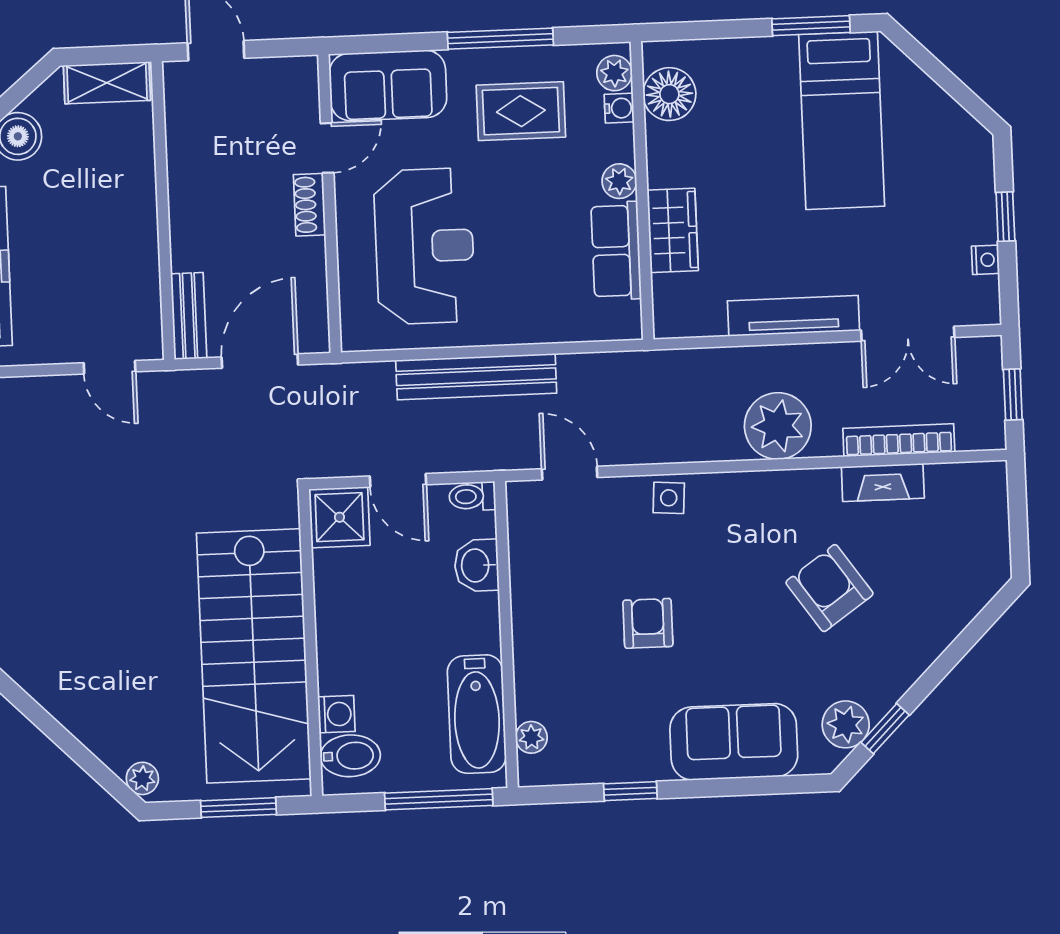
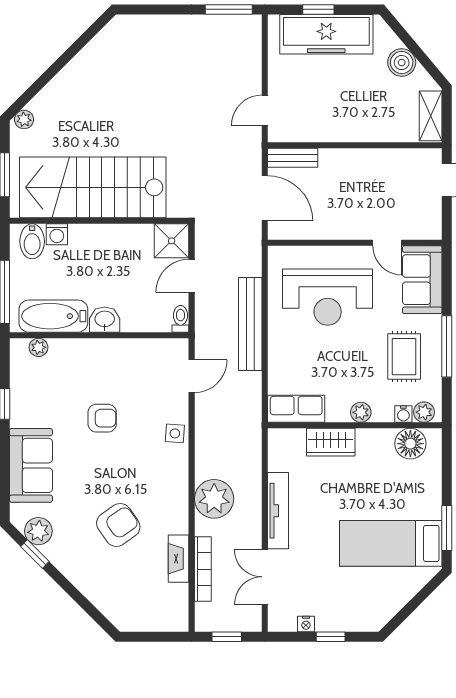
shoe rack: (310, 205) -> (355, 231), removed
row of seats: (616, 251) -> (296, 409), moved
washbasin: (476, 565) -> (105, 320), moved

